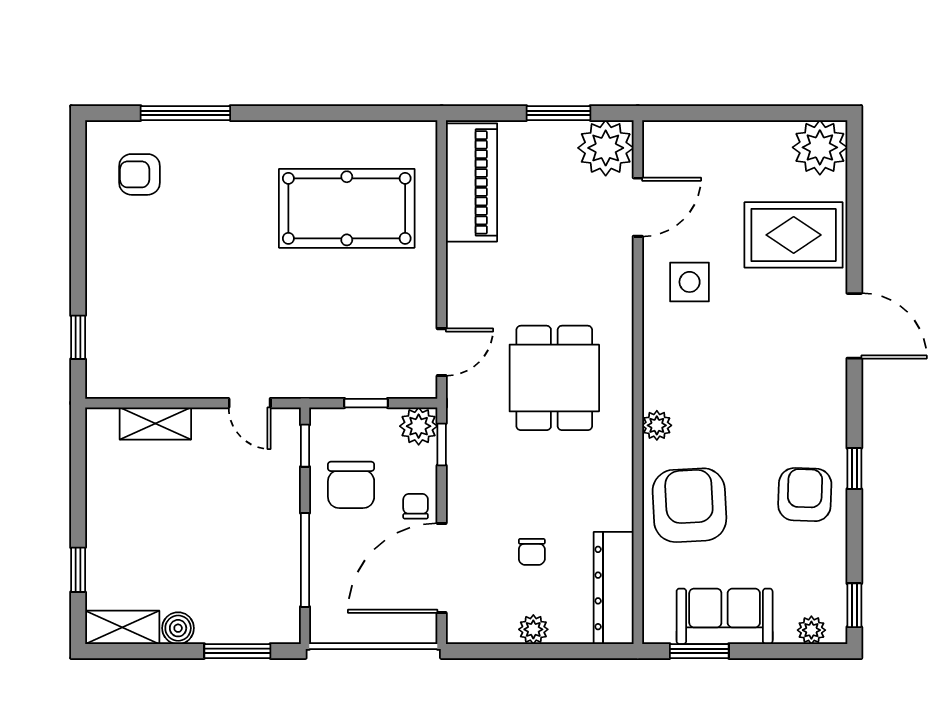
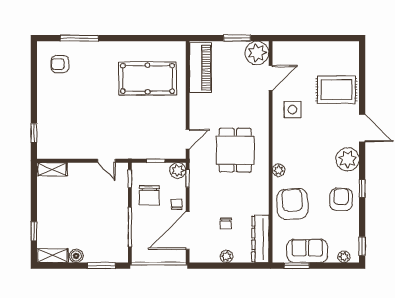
plant: (820, 147) -> (348, 159), moved
shelving: (155, 423) -> (52, 169), moved

